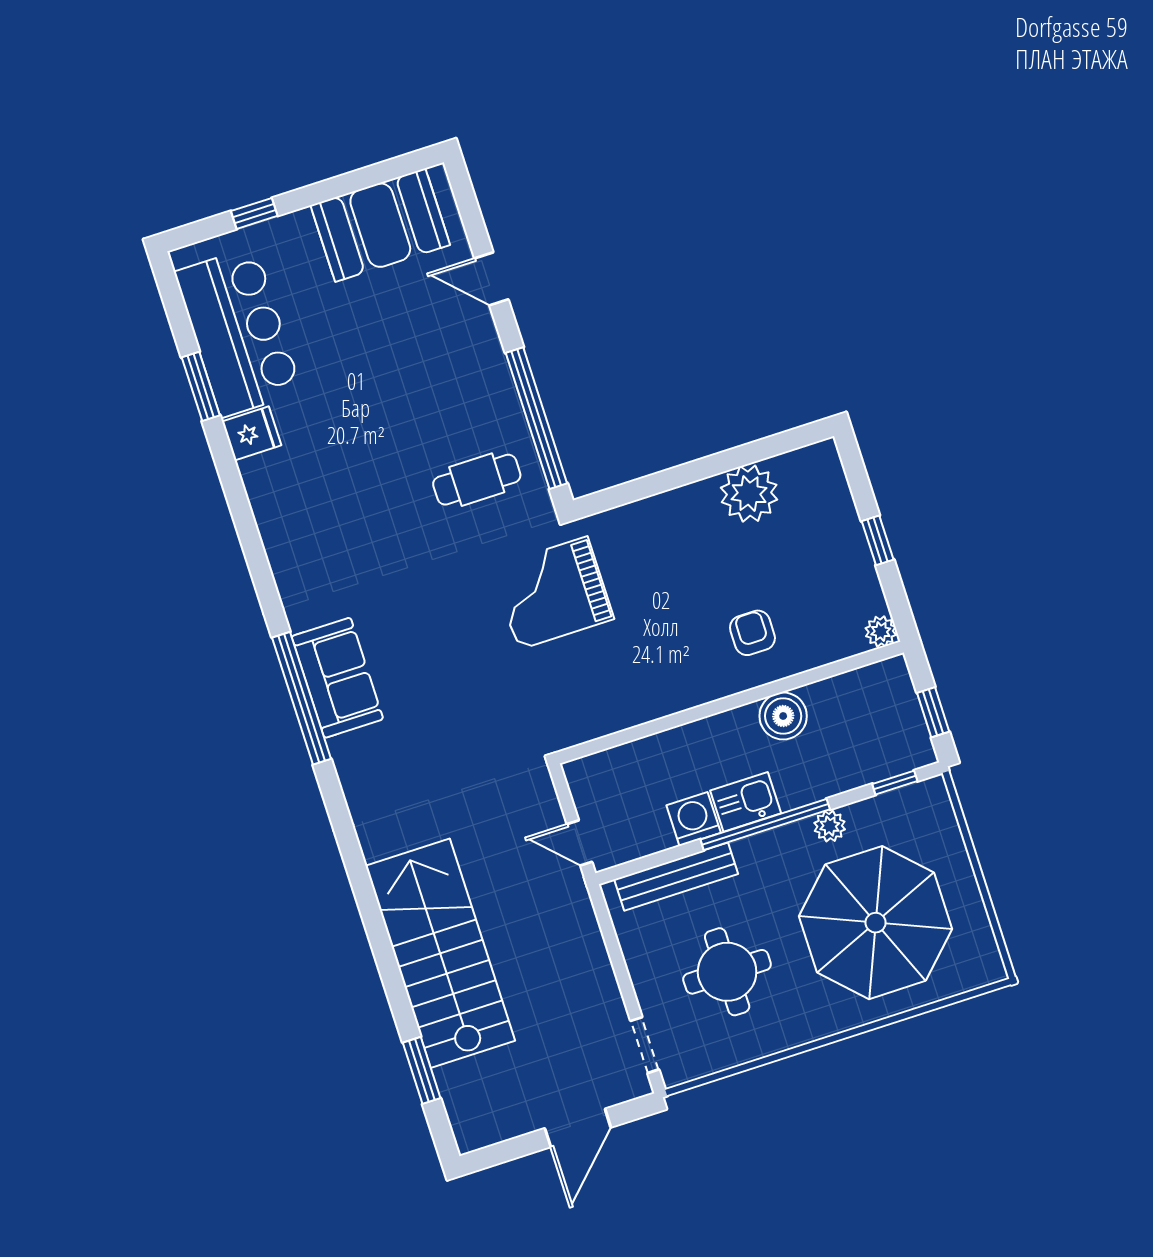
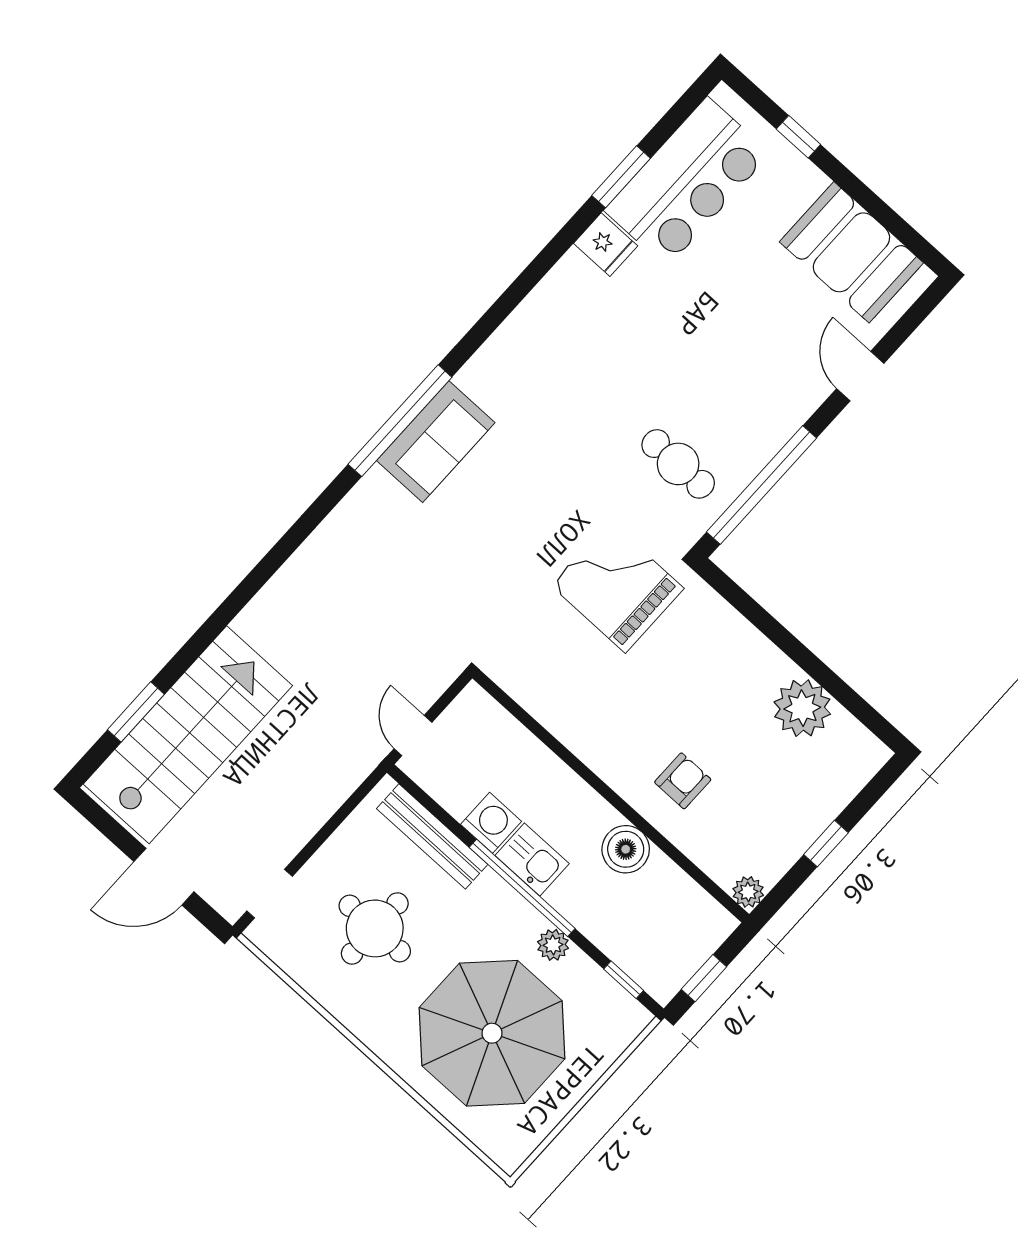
stairs: (440, 953) -> (188, 735), moved

